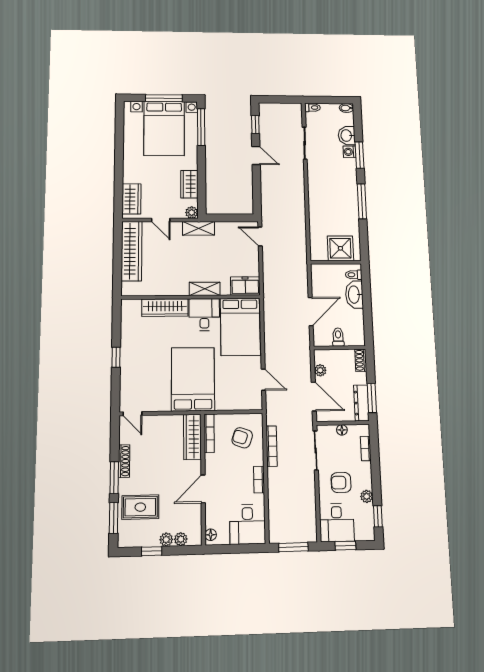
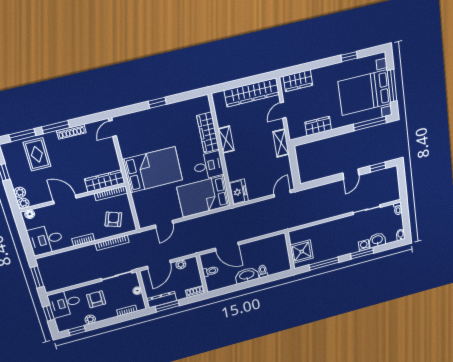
window: (119, 140) -> (349, 57), added
plant: (192, 213) -> (294, 134), removed
shower: (340, 248) -> (302, 252), moved
wall: (336, 262) -> (290, 251), moved
shelving: (205, 289) -> (226, 140), moved
plant: (166, 540) -> (23, 203), moved

